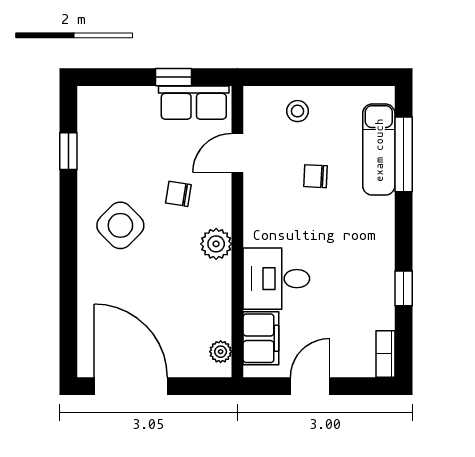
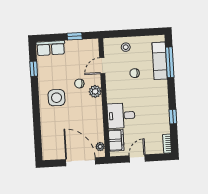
row of seats: (194, 103) -> (51, 48), moved
side table: (120, 225) -> (57, 98), turned 45
plant: (216, 244) -> (95, 91), moved
door: (131, 386) -> (81, 162), moved

